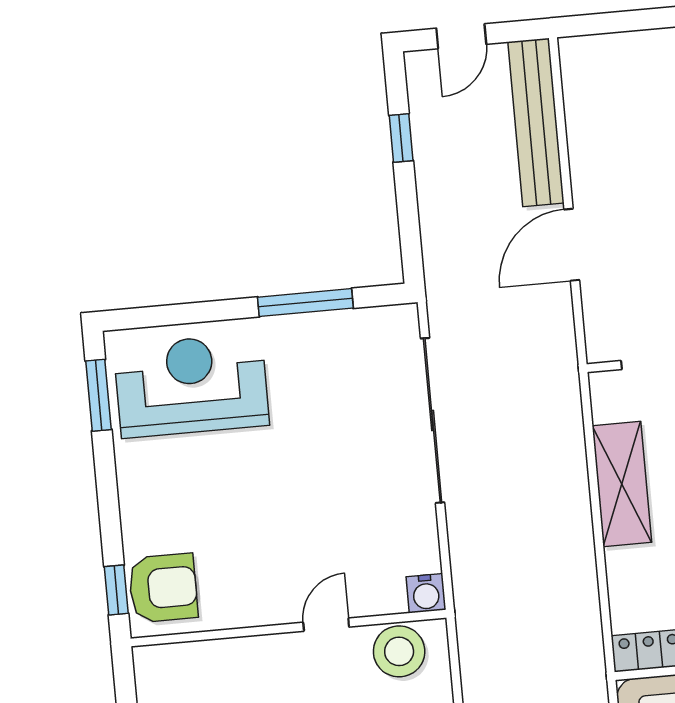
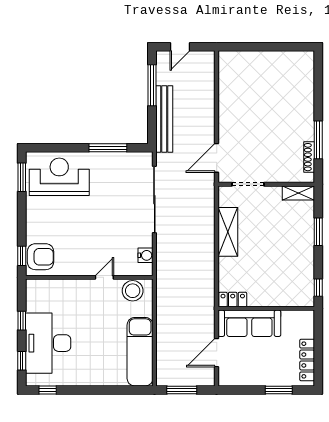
bench: (536, 122) -> (164, 119), moved
window: (401, 138) -> (152, 85), width x2.17
door: (572, 245) -> (217, 158), moved
water cooler: (426, 593) -> (146, 255), moved, turned -90

